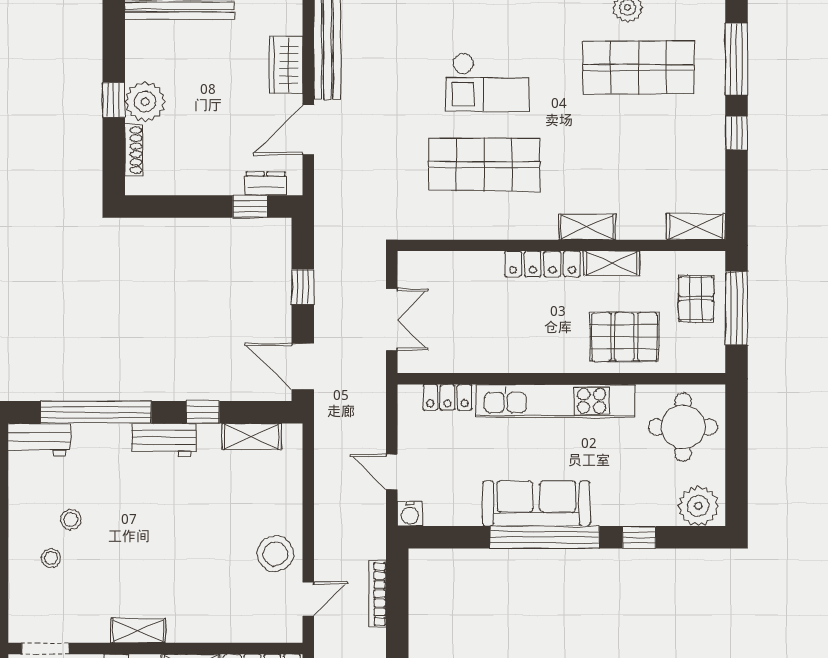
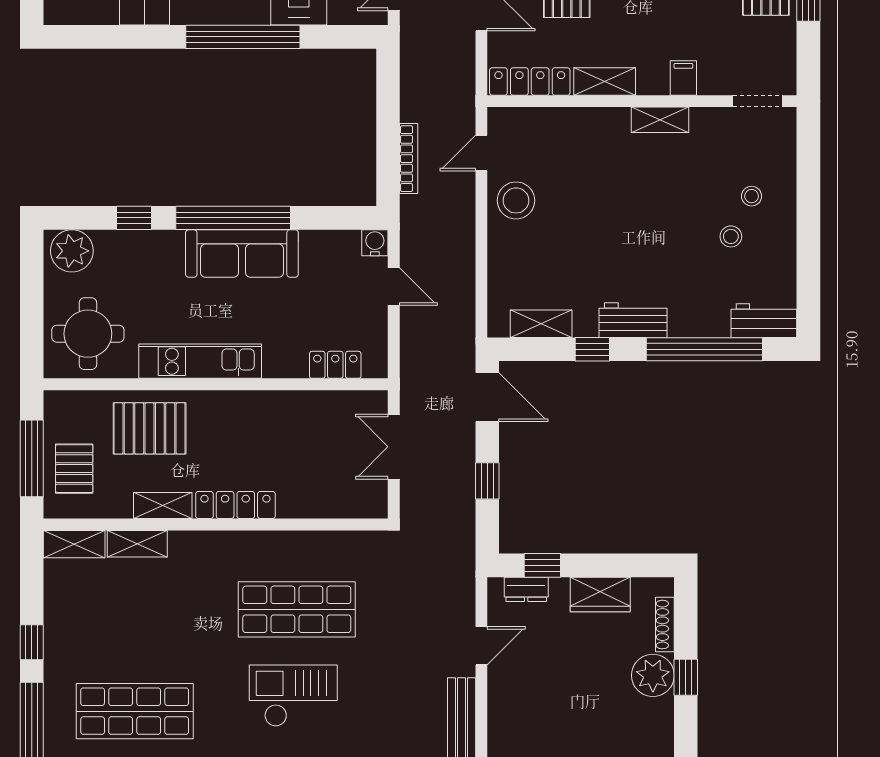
wardrobe: (286, 65) -> (600, 594), moved, turned 90
door: (308, 130) -> (481, 646), width x0.73
shelving: (587, 227) -> (137, 544), moved
kitchen unit: (555, 401) -> (200, 361), width x0.73

